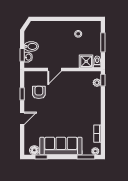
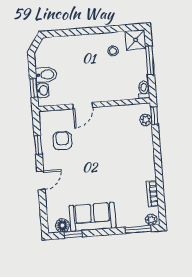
shower: (86, 61) -> (136, 40), moved
sofa: (61, 146) -> (92, 217), width x0.73

